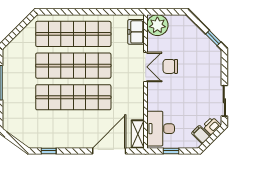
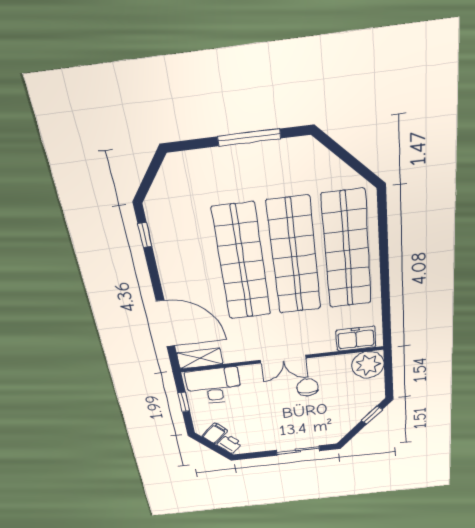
window: (213, 38) -> (372, 415), moved
double door: (146, 67) -> (283, 359), moved
sliding door: (224, 101) -> (298, 451), moved

